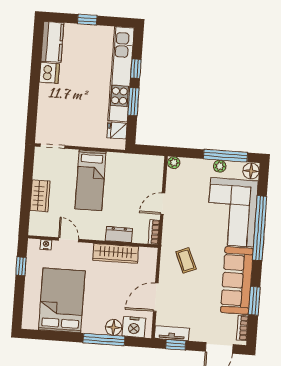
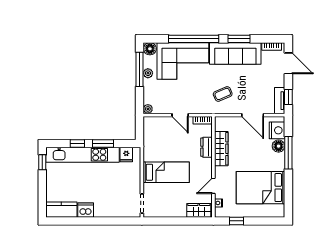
window: (87, 20) -> (42, 162), moved
wardrobe: (40, 196) -> (199, 210), moved
window: (254, 301) -> (239, 39), moved

